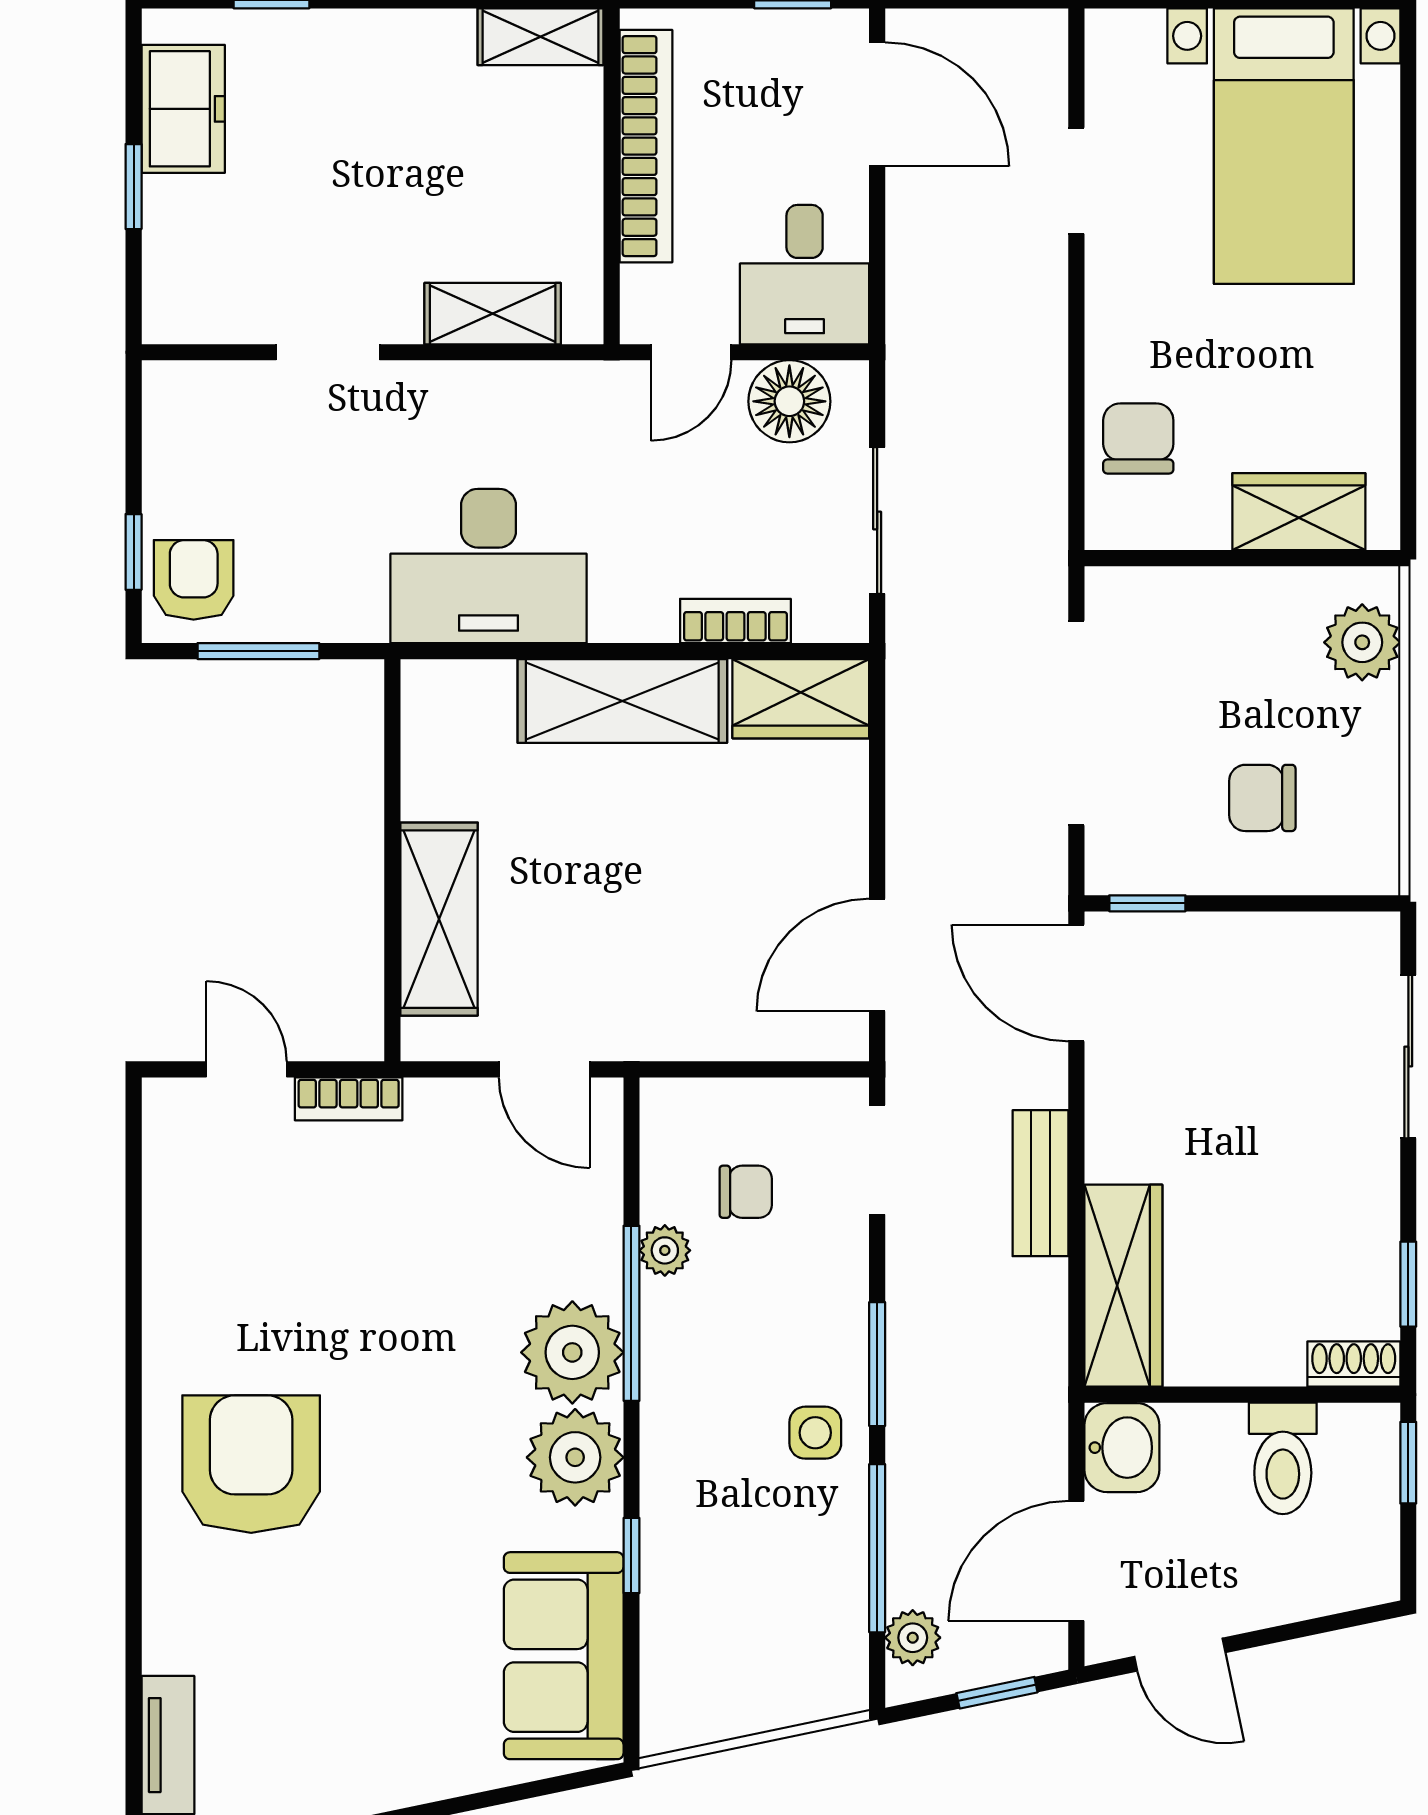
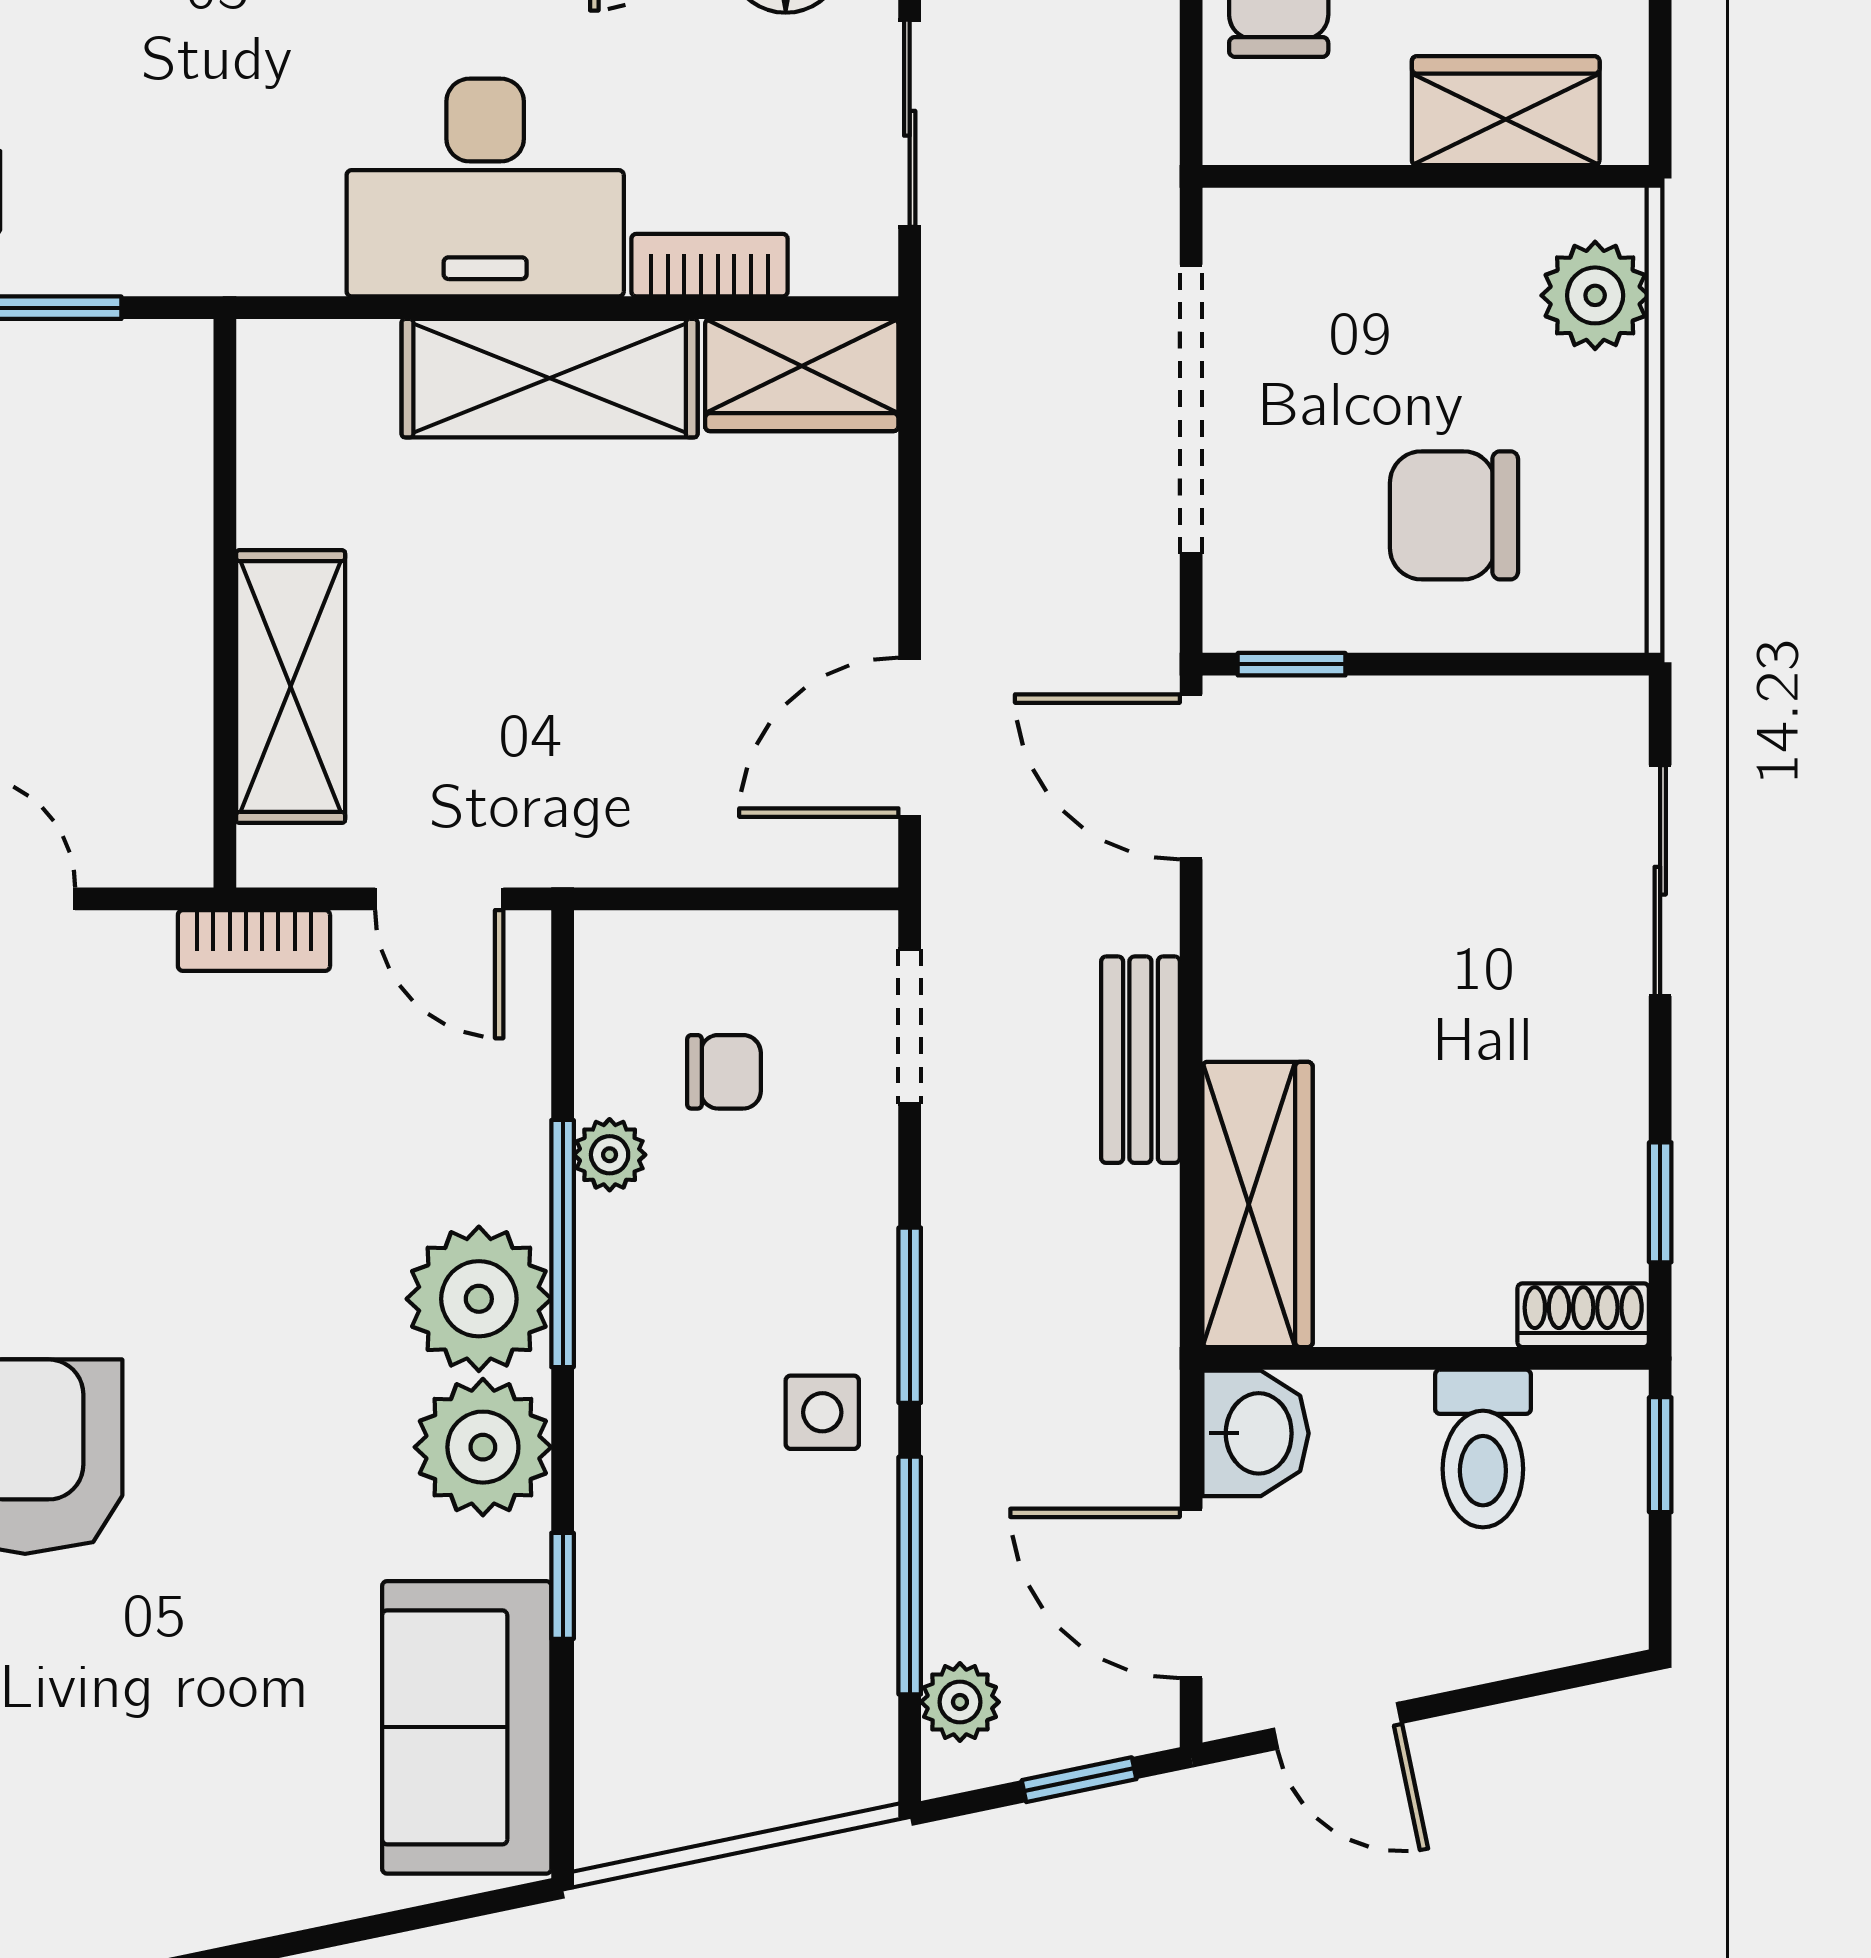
desk: (489, 566) -> (485, 188), moved
chair: (1262, 798) -> (1454, 515), width x1.37, depth x1.37
bookcase: (349, 1099) -> (254, 940), moved
door: (1076, 1561) -> (1191, 1593), hinge flipped

